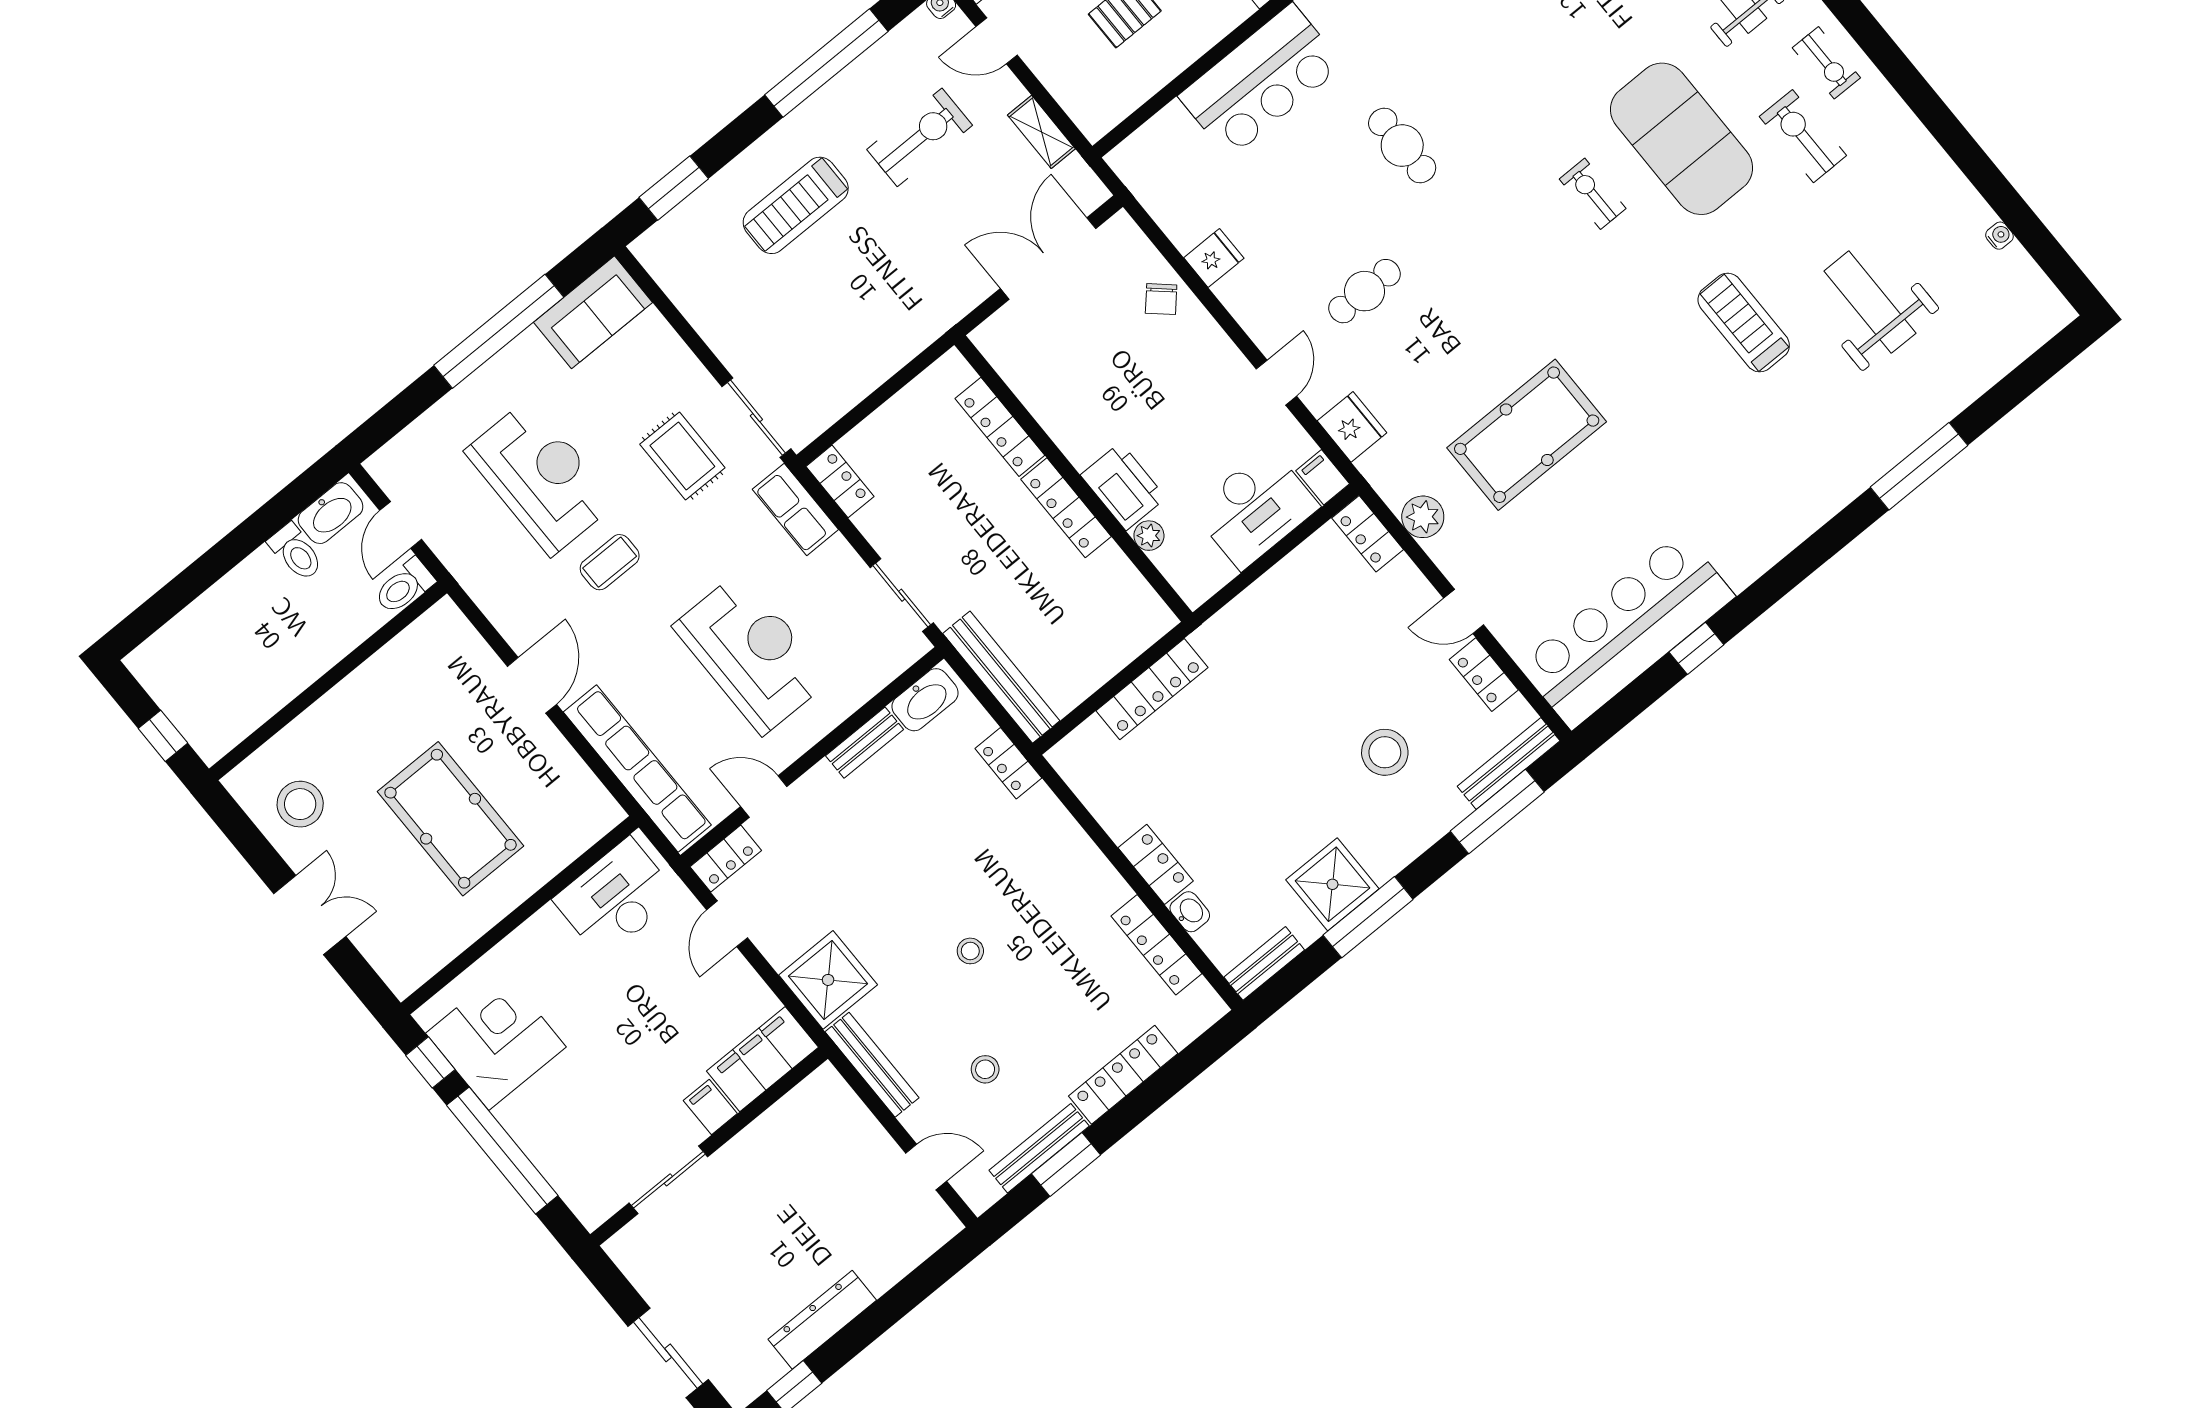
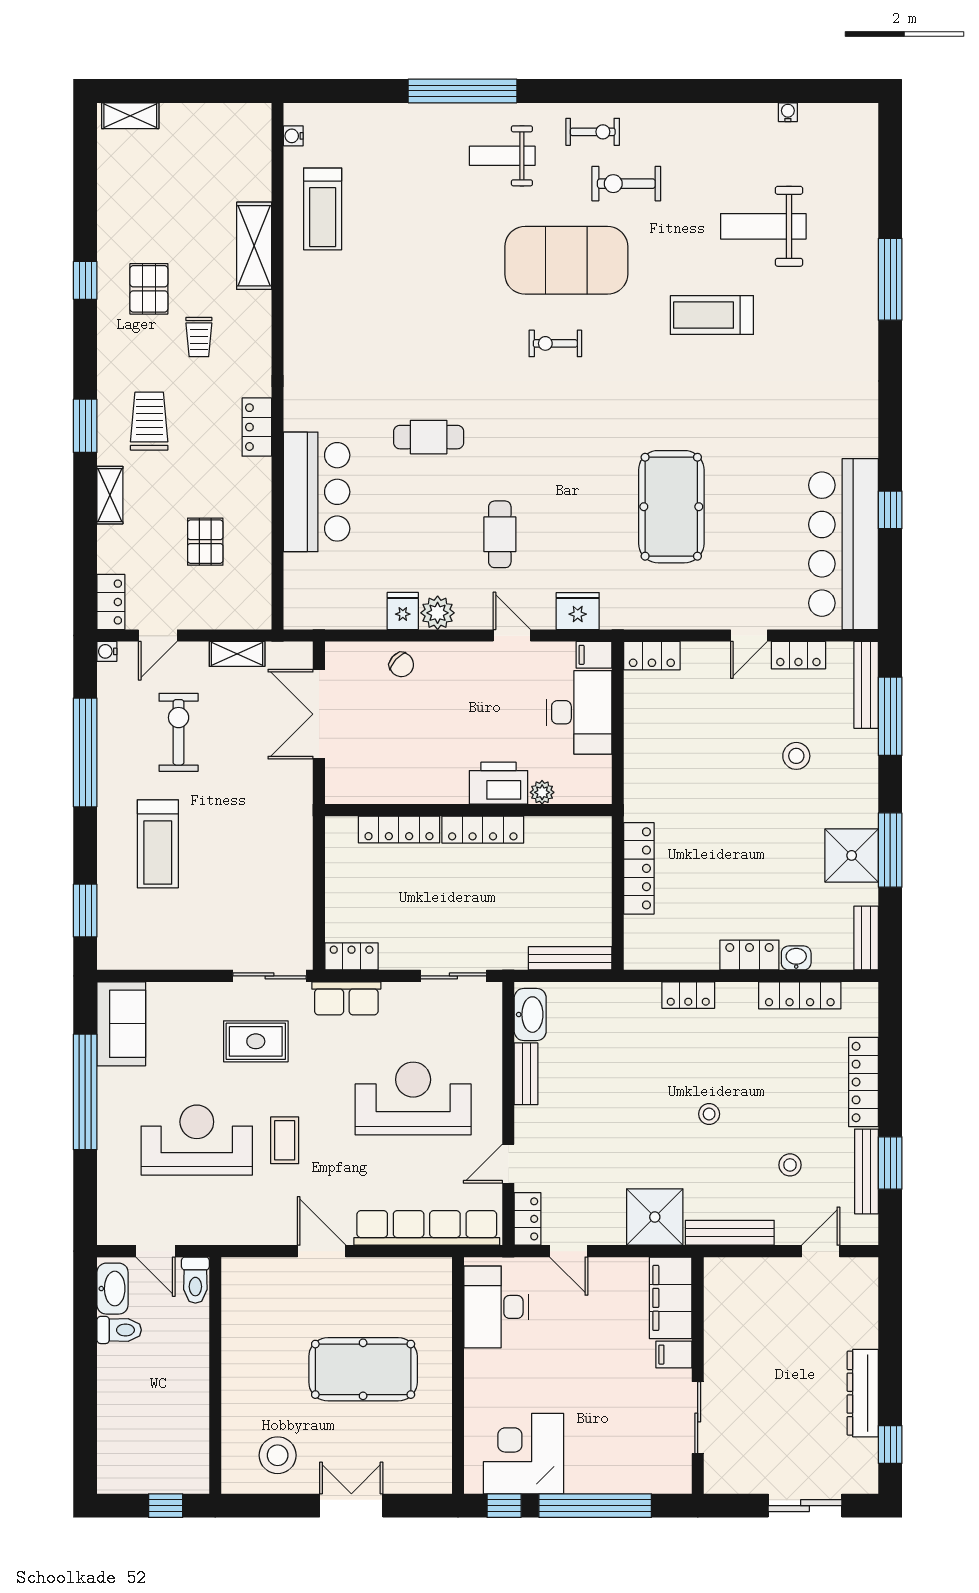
plant: (1423, 517) -> (438, 613), moved
bench: (1001, 677) -> (570, 958), width x0.73, depth x0.82
stool: (1385, 752) -> (796, 756), width x0.73, depth x0.73
locker: (1008, 763) -> (688, 995), moved

